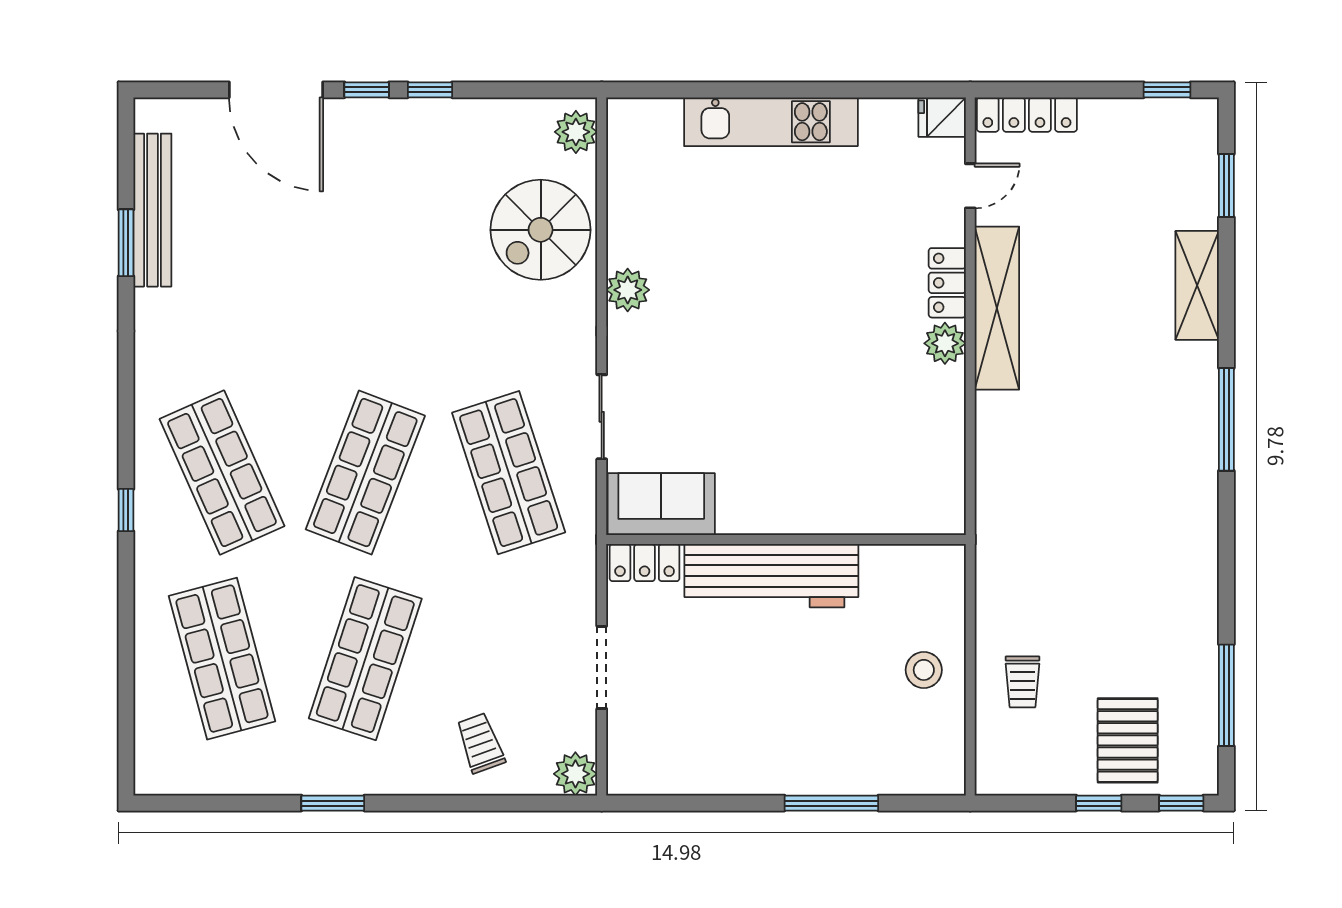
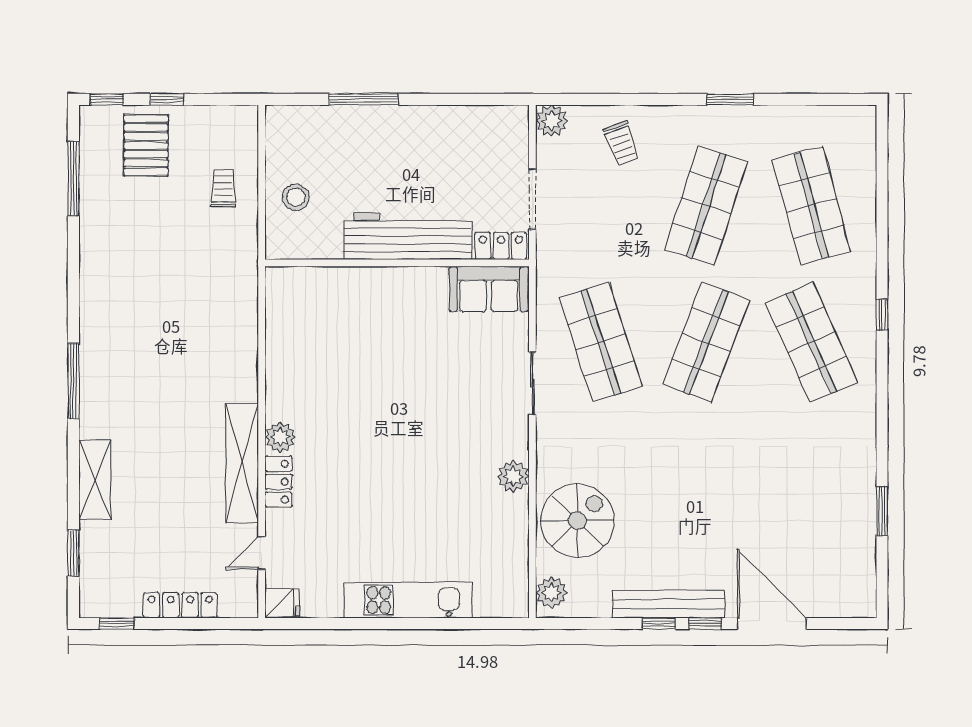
locker: (1027, 115) -> (180, 605), moved
bench: (152, 210) -> (668, 604), moved, turned 90
sofa: (661, 504) -> (489, 289), moved
wall: (786, 540) -> (397, 263), moved
locker: (645, 563) -> (501, 246), moved
workbench: (771, 576) -> (408, 236), moved

